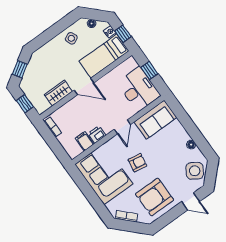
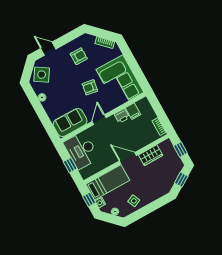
armchair: (155, 197) -> (79, 56), width x0.53, depth x0.53

